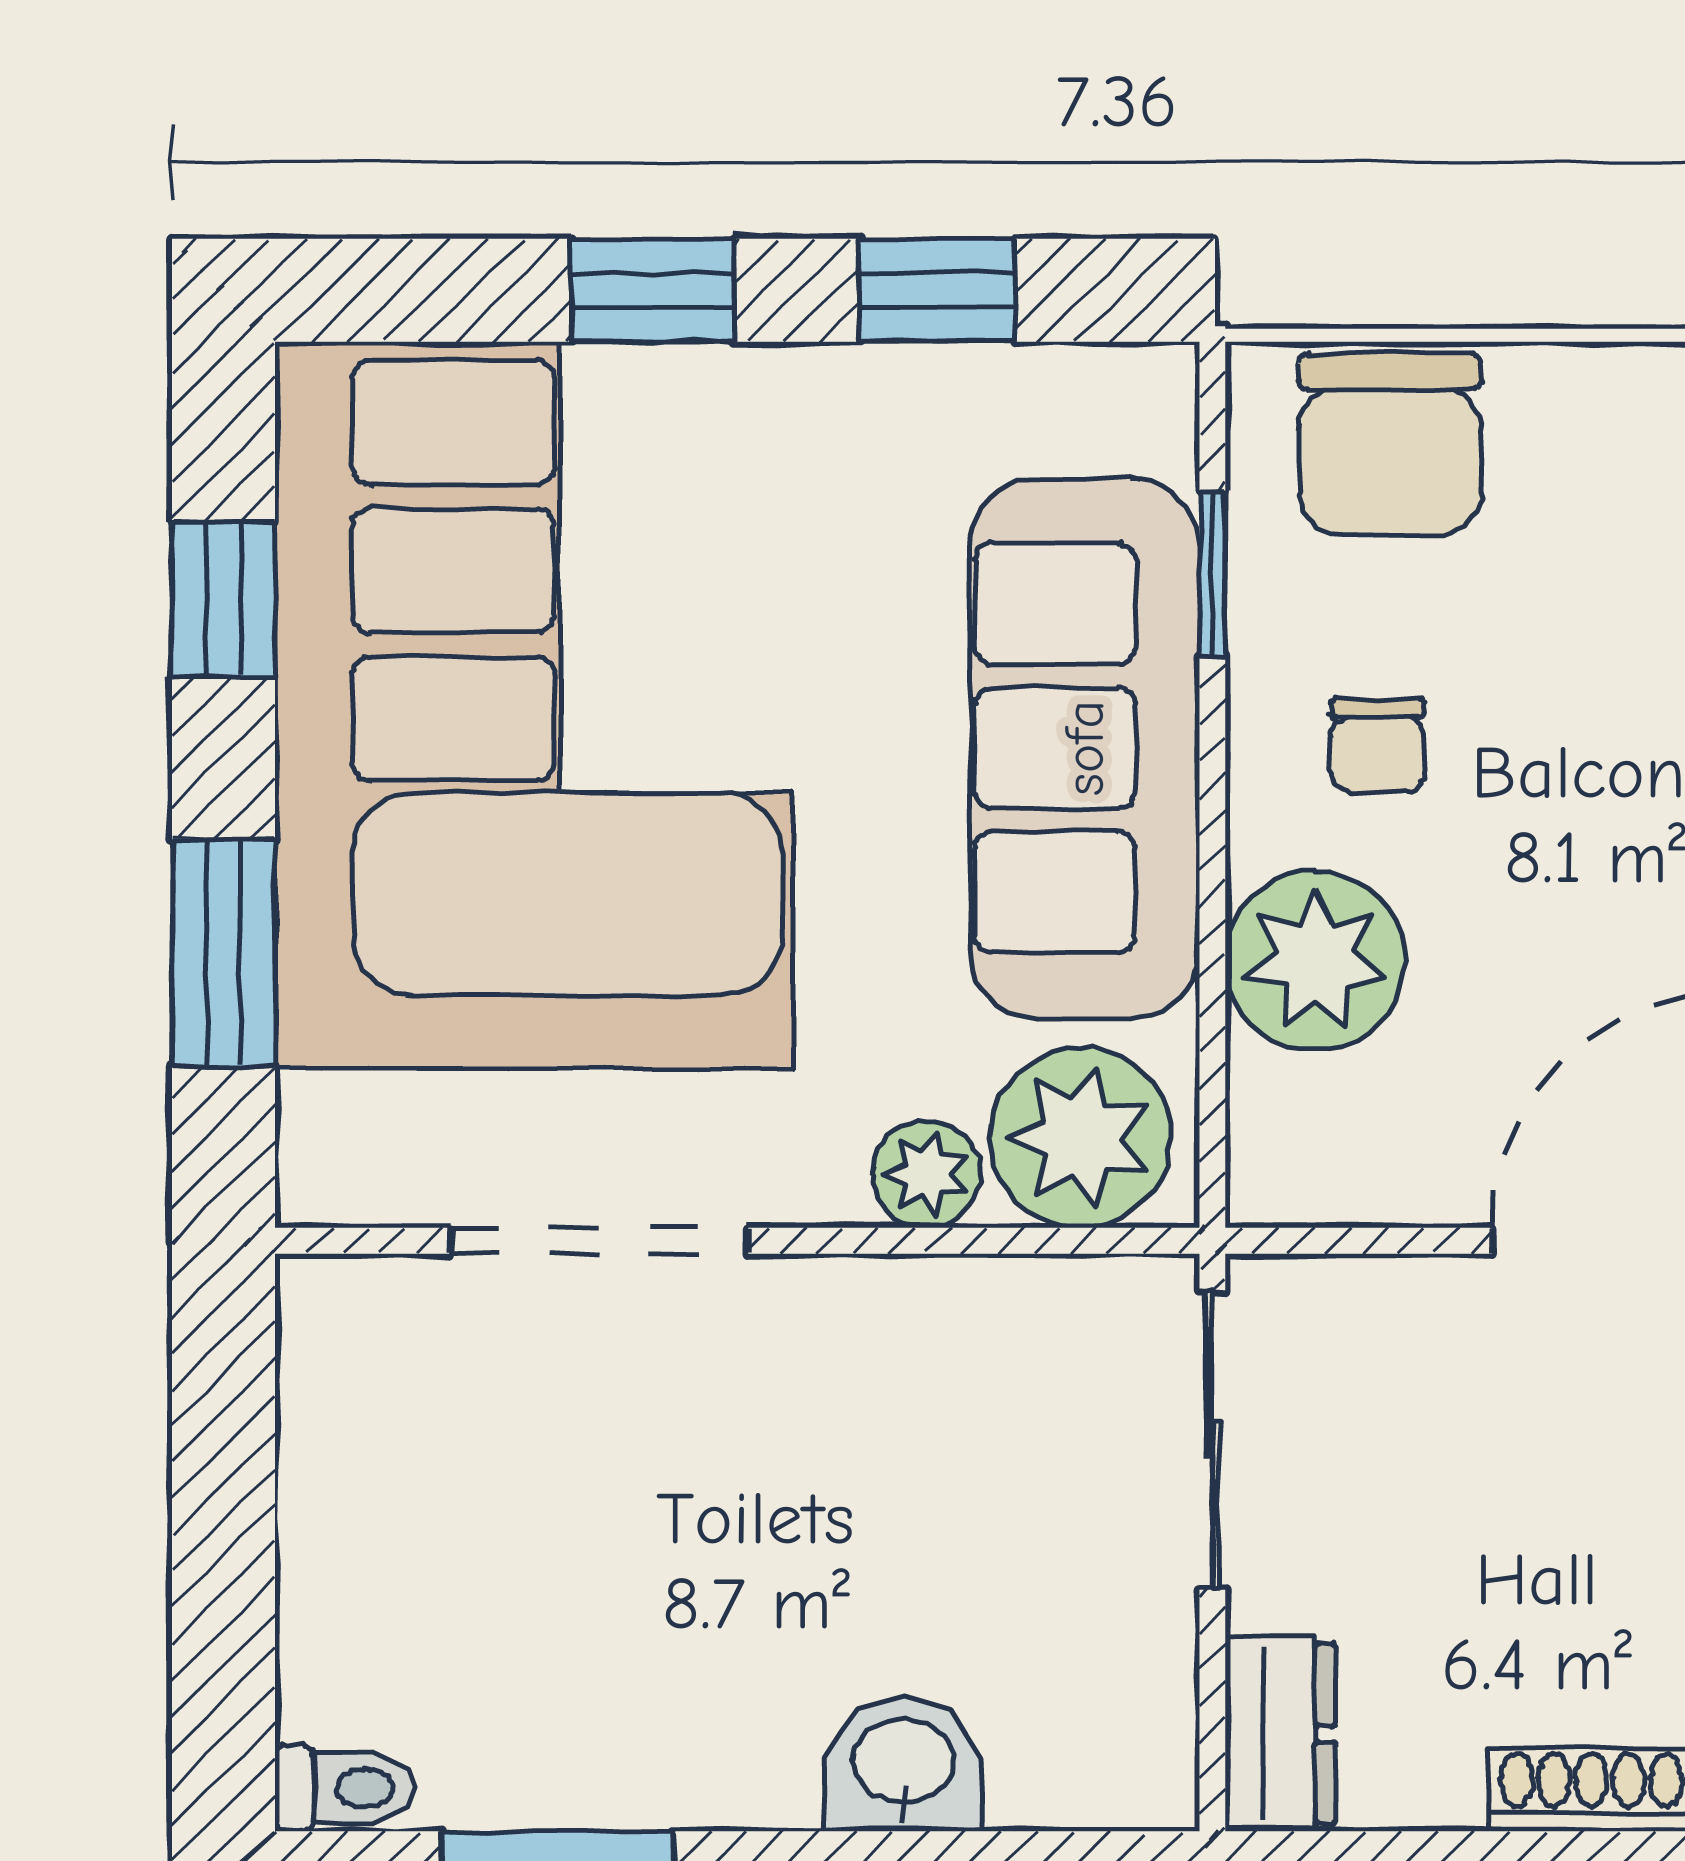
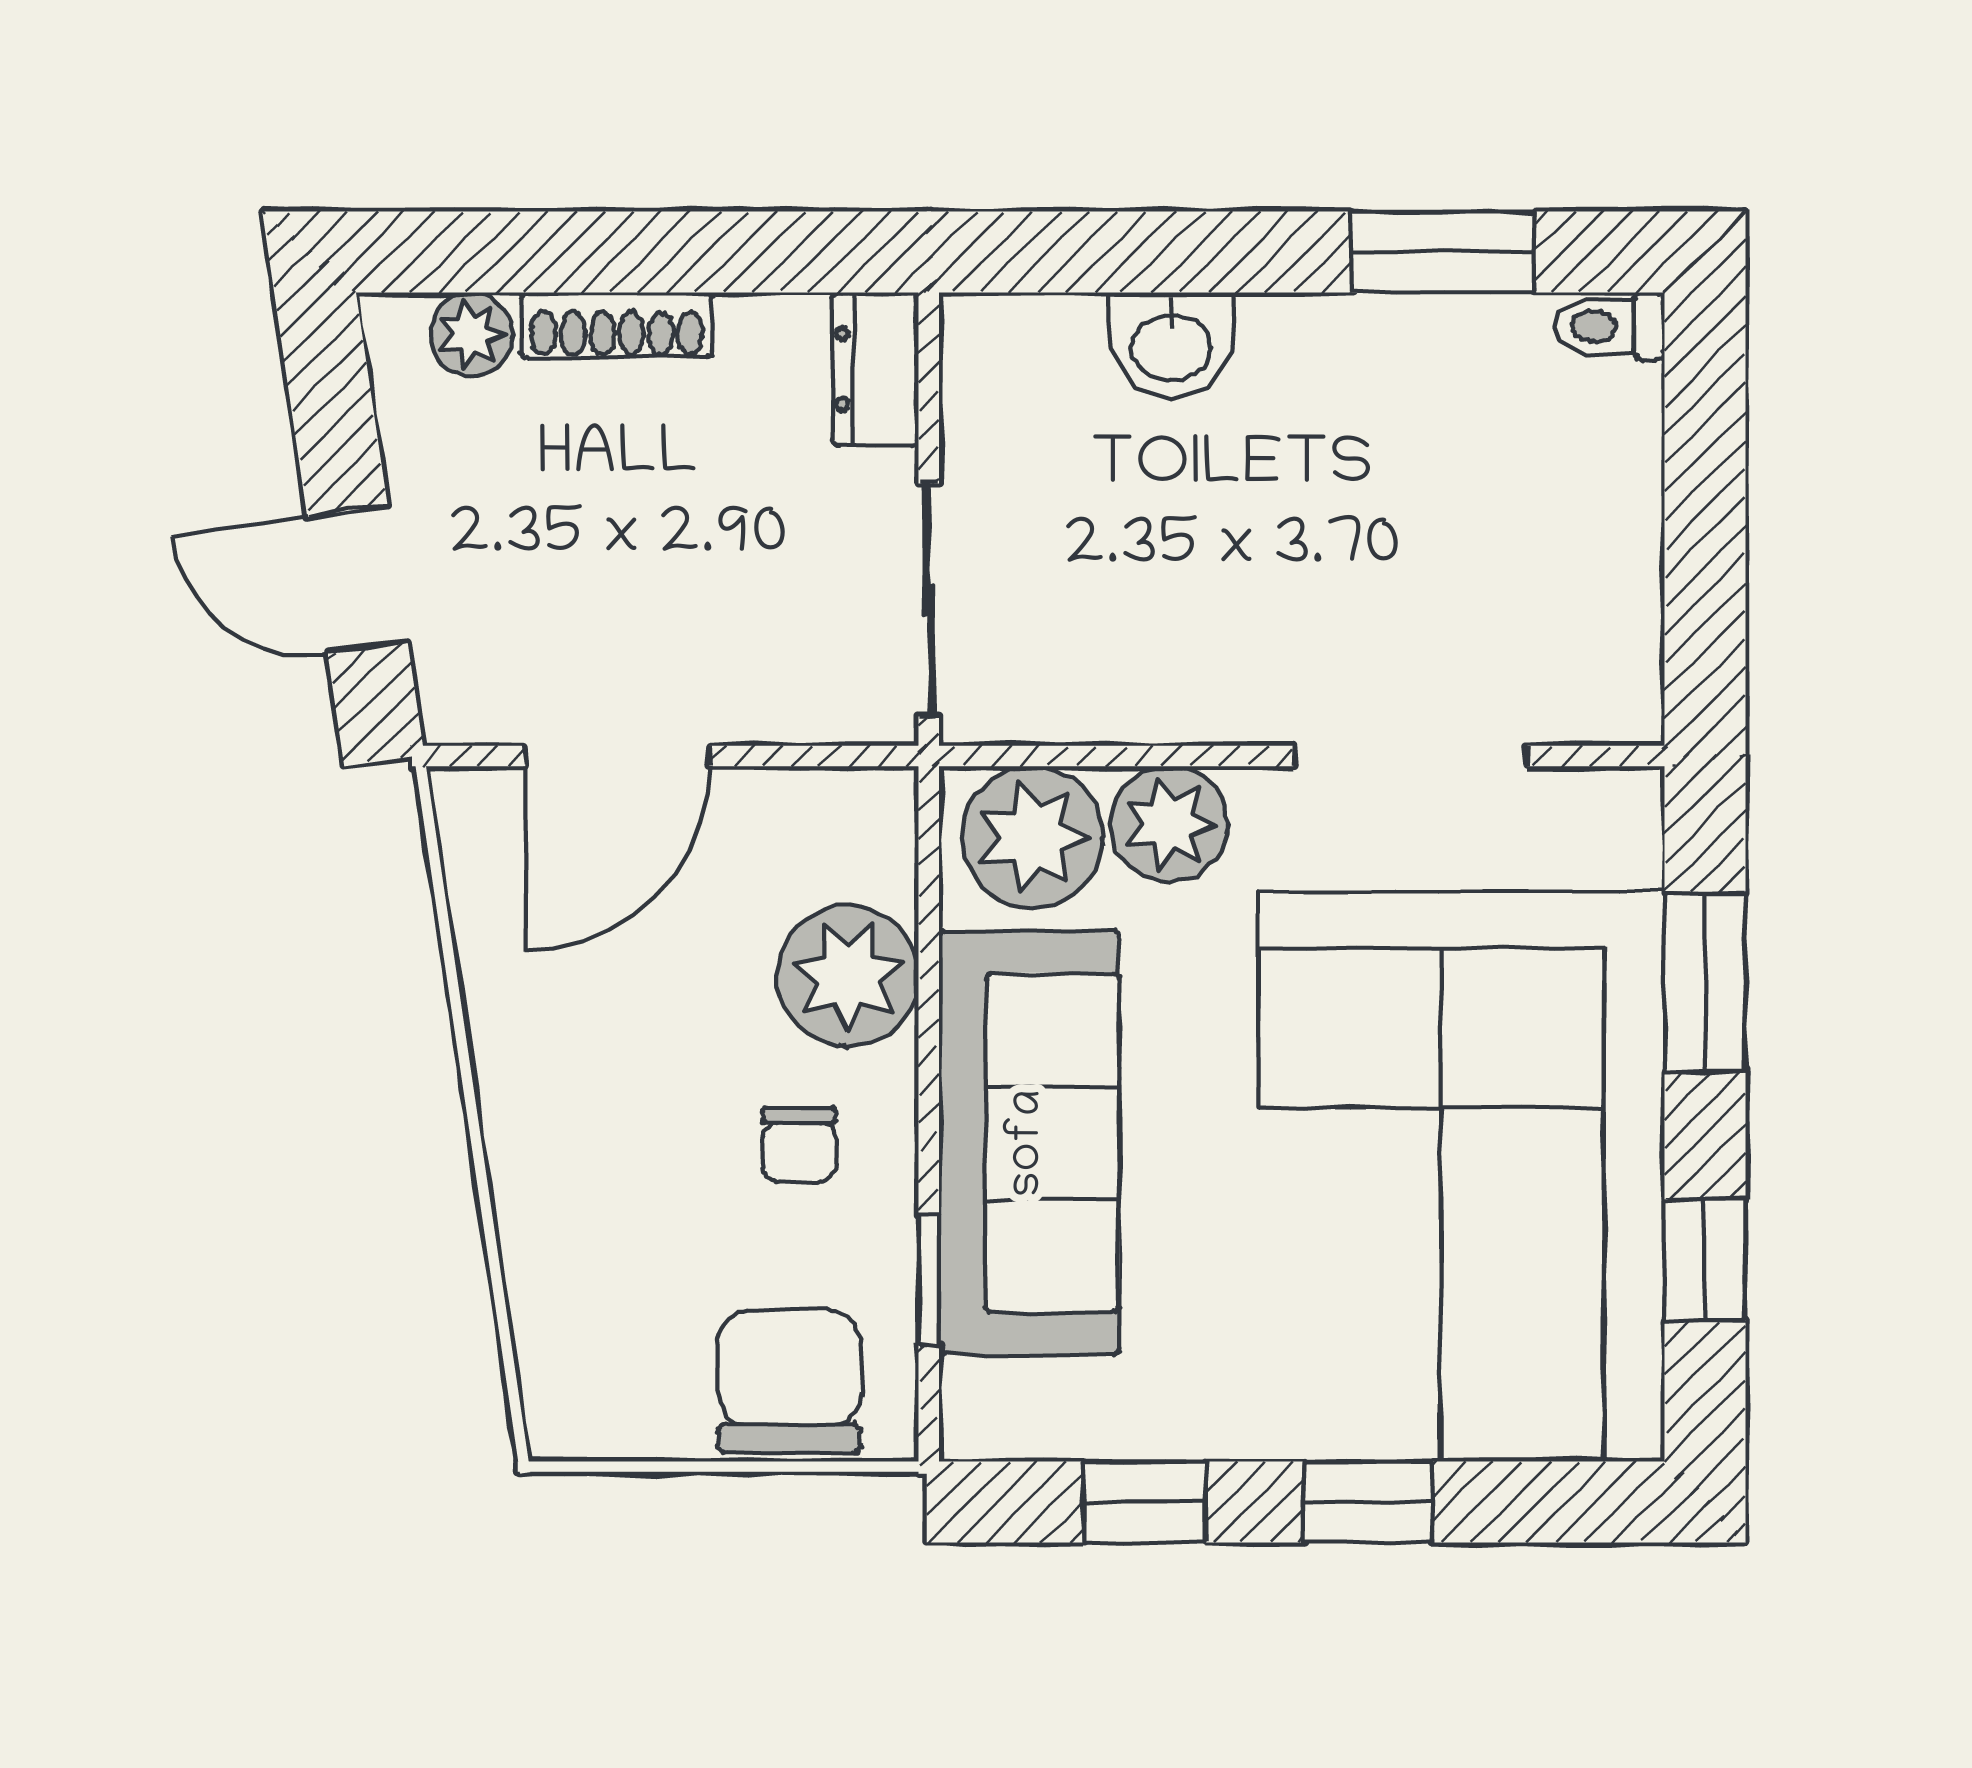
chair: (1378, 745) -> (799, 1145), turned 180
plant: (926, 1174) -> (1169, 824), width x1.38, depth x1.38

